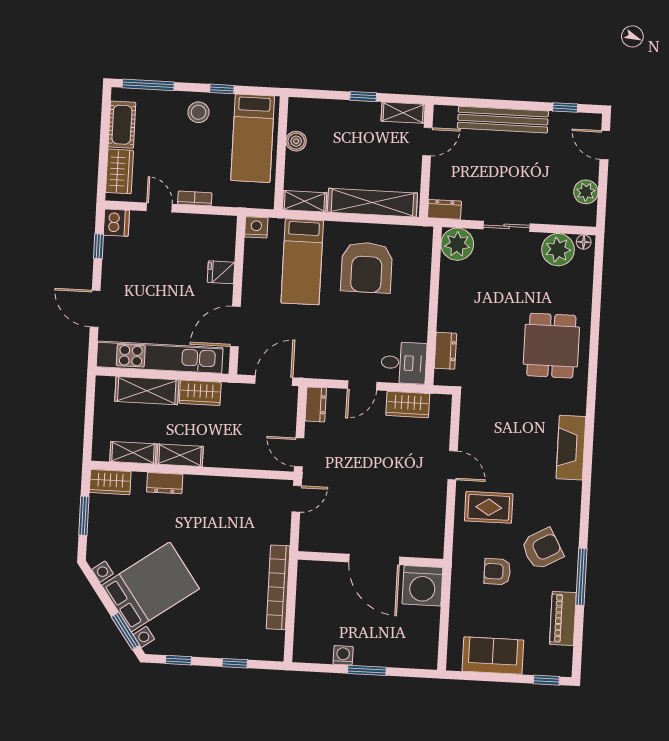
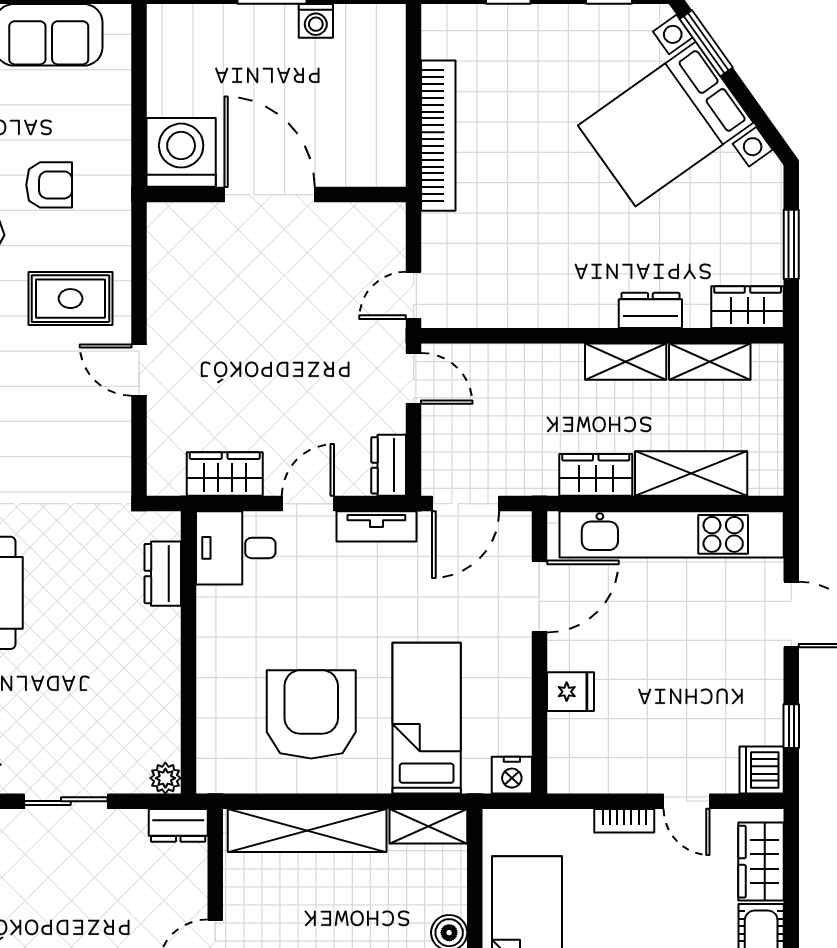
plant: (457, 244) -> (165, 778), width x0.53, depth x0.53
tv unit: (324, 371) -> (376, 526), added

